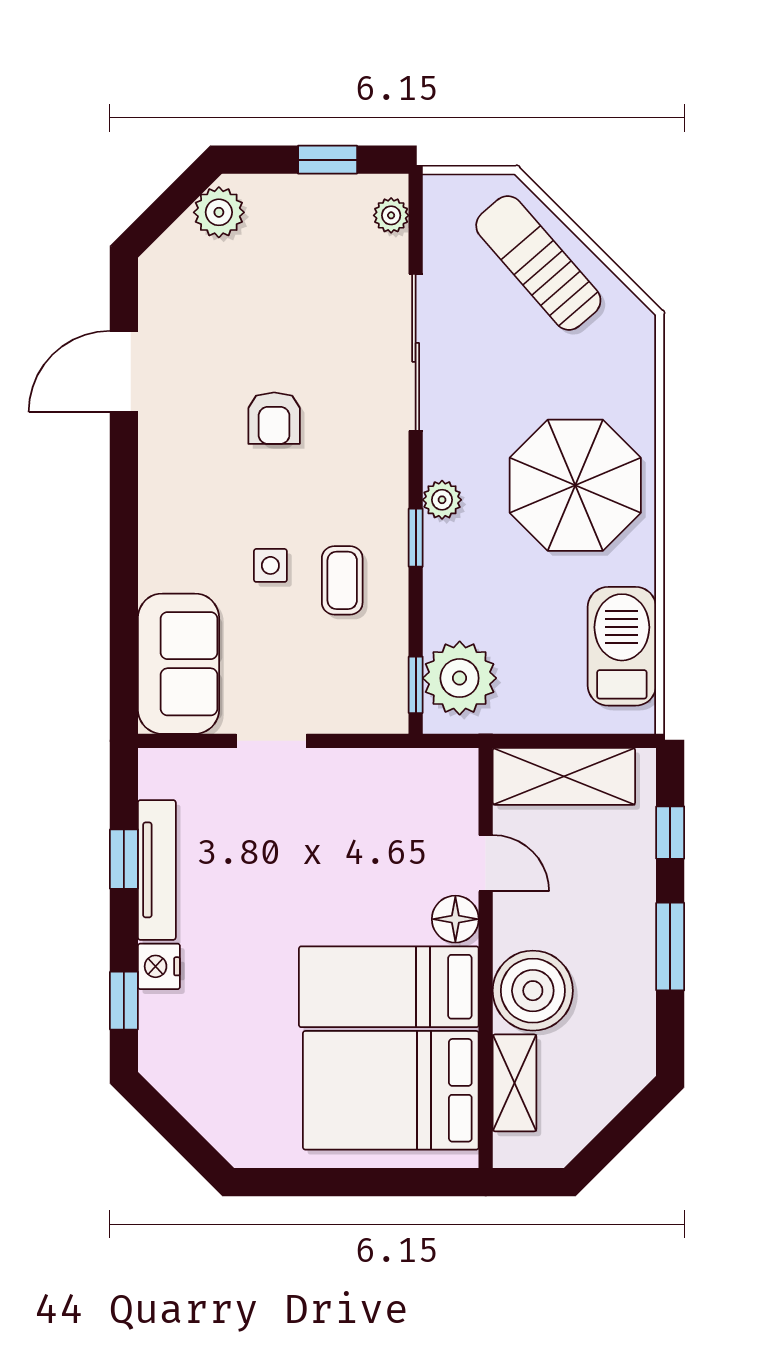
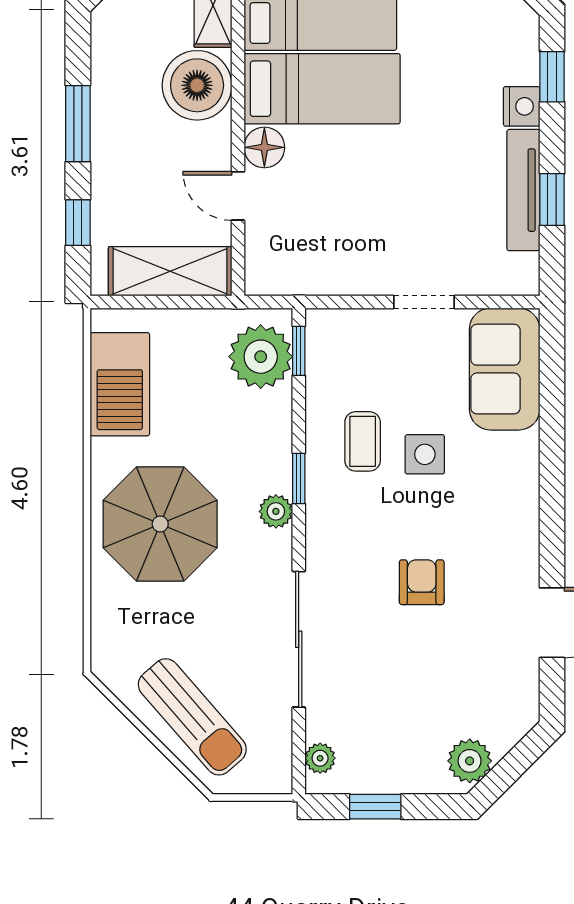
side table: (270, 565) -> (425, 454), width x1.37, depth x1.37

